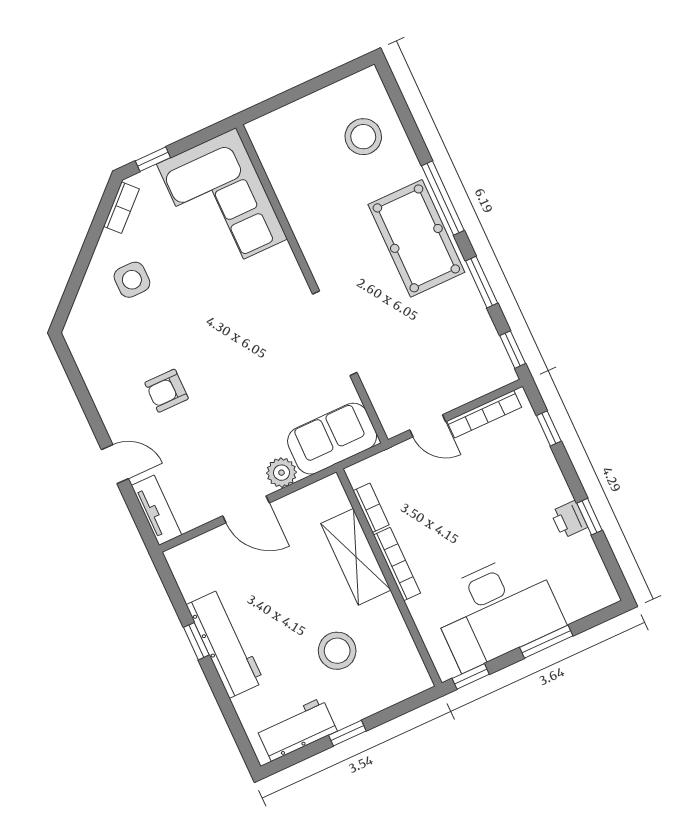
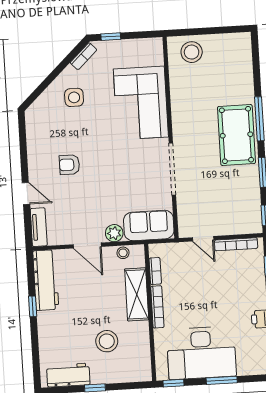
stool: (363, 137) -> (192, 52), moved
corner sofa: (222, 202) -> (141, 103), moved
stool: (308, 499) -> (123, 253), added
workbench: (225, 643) -> (46, 280), moved

